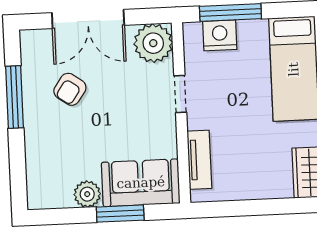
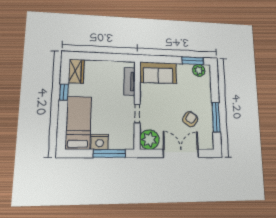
nightstand: (220, 35) -> (100, 142), moved
plant: (87, 194) -> (199, 70), moved
window: (120, 214) -> (193, 61), moved

